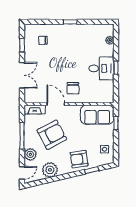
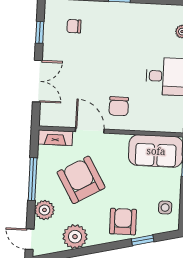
armchair: (52, 135) -> (81, 180), turned -92
armchair: (79, 159) -> (123, 222), turned 98
door: (22, 173) -> (30, 239), swing flipped

